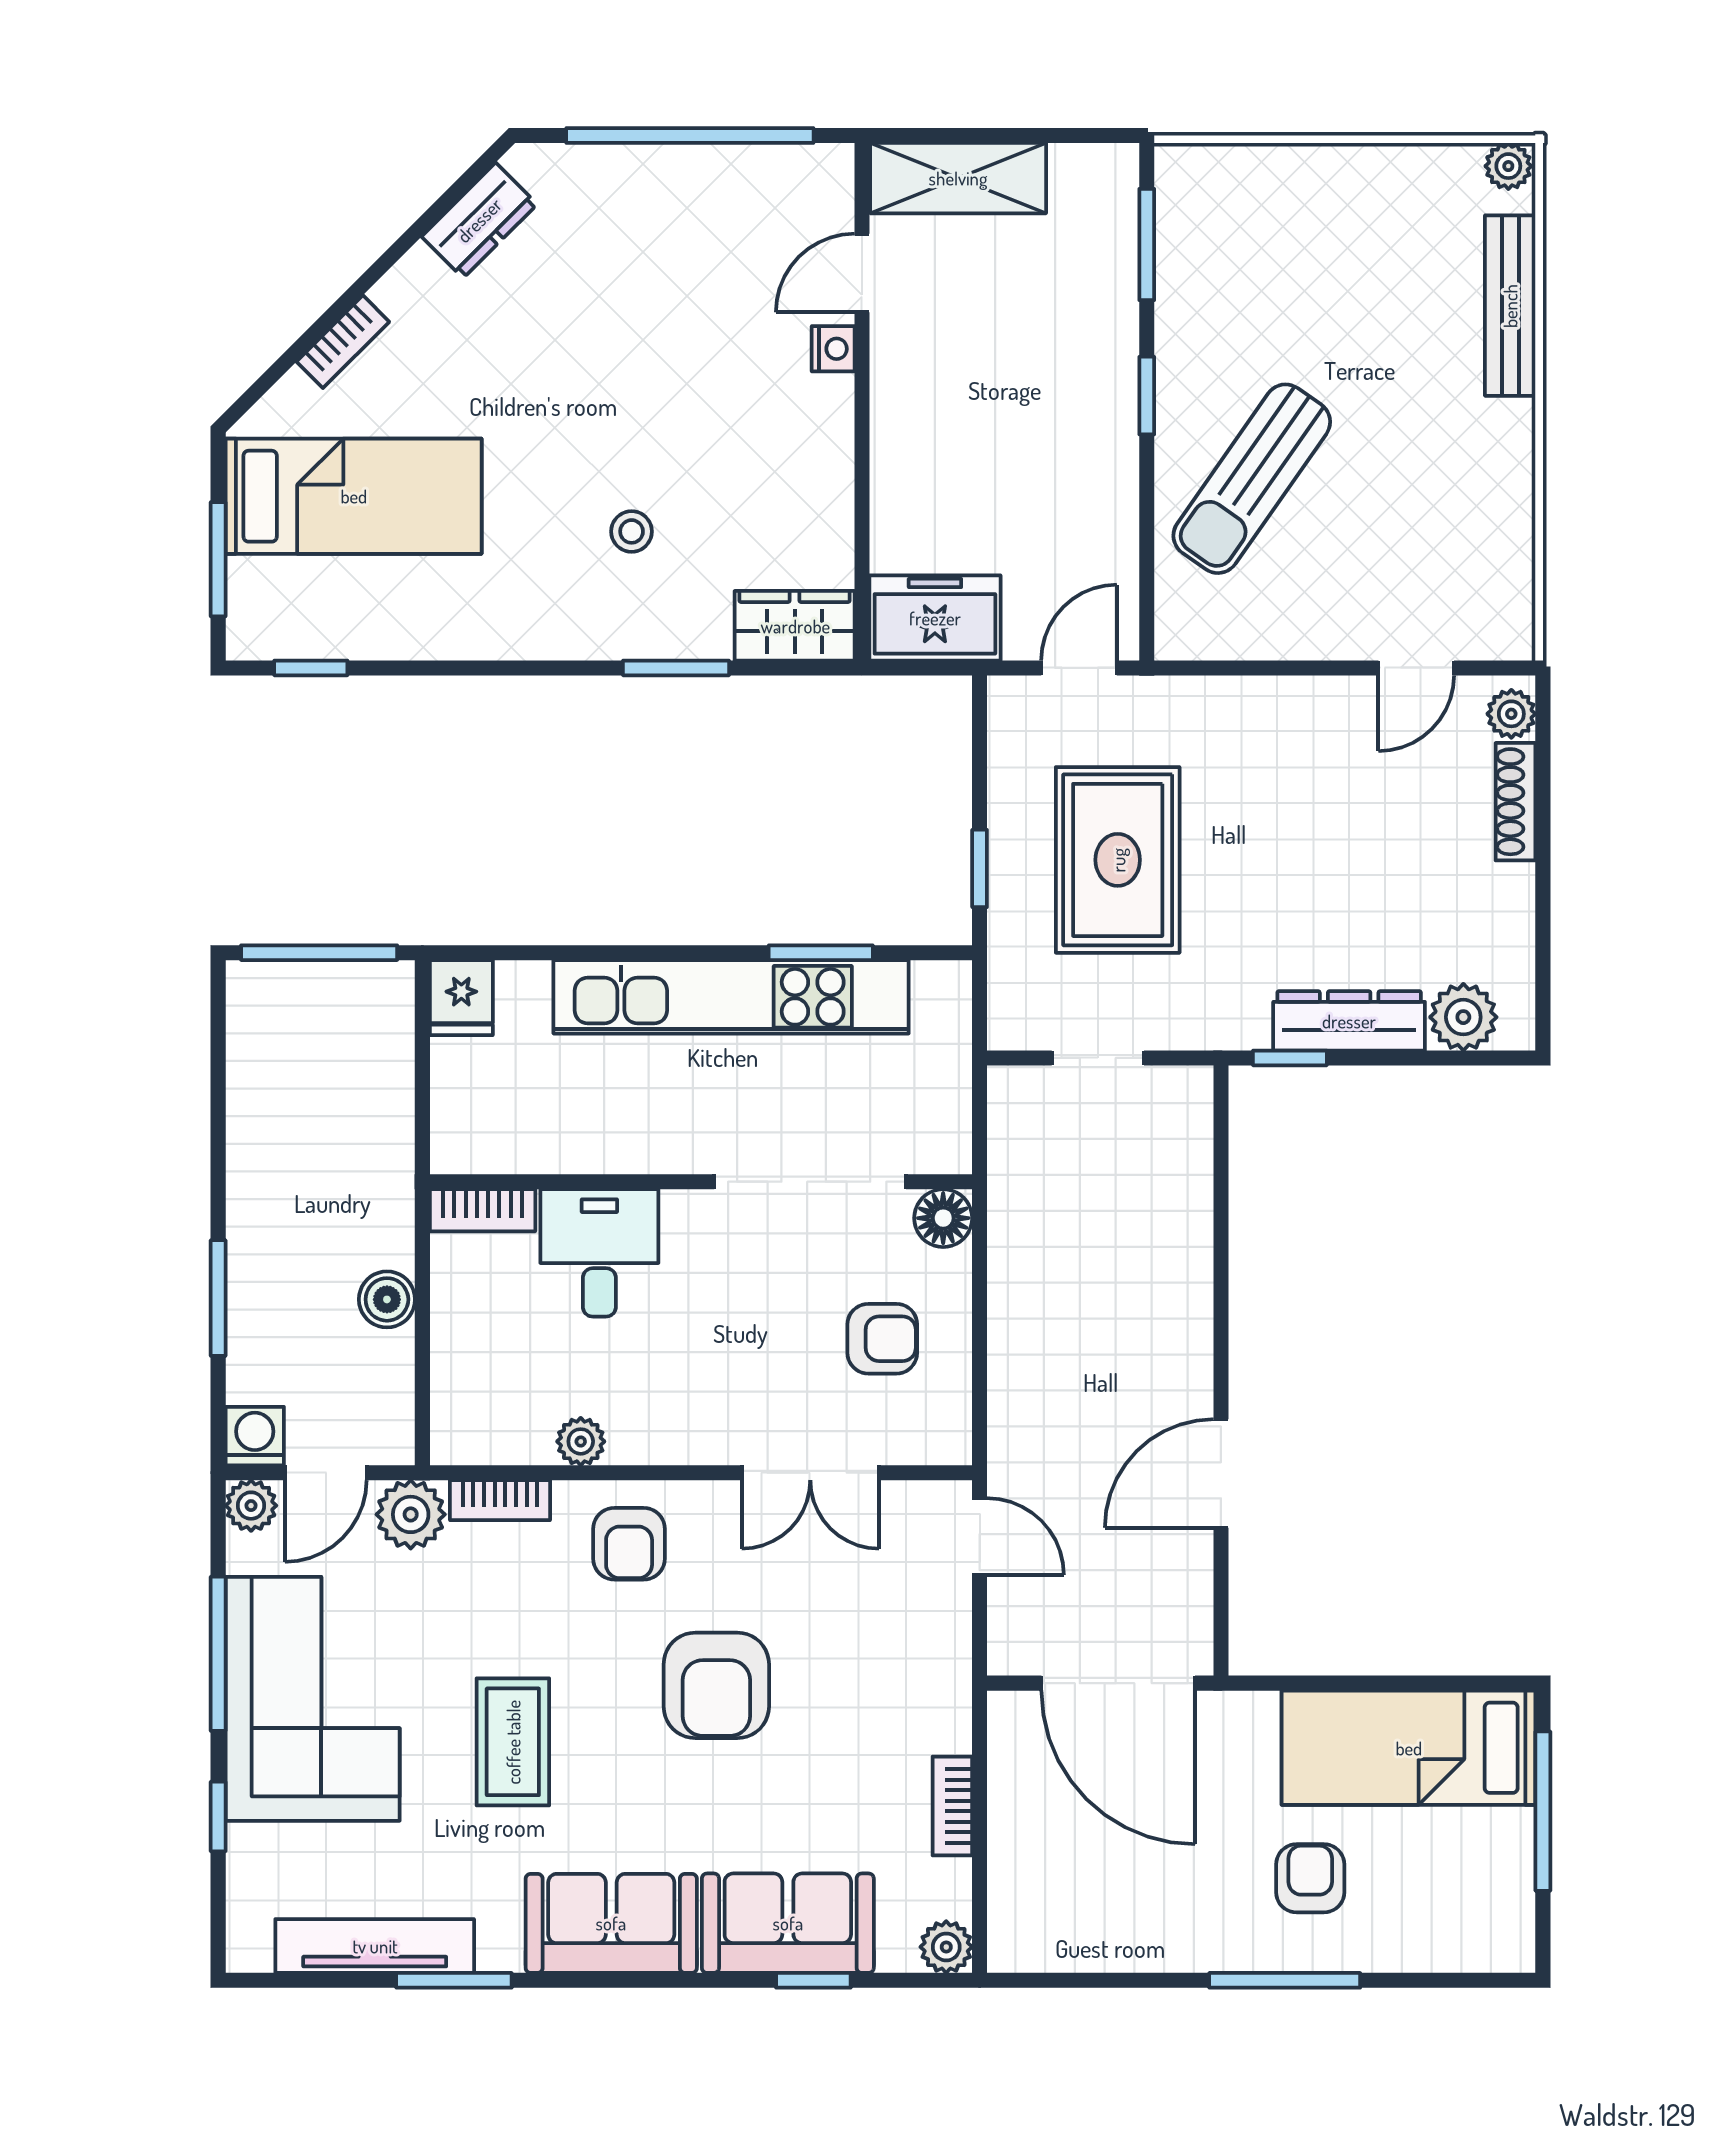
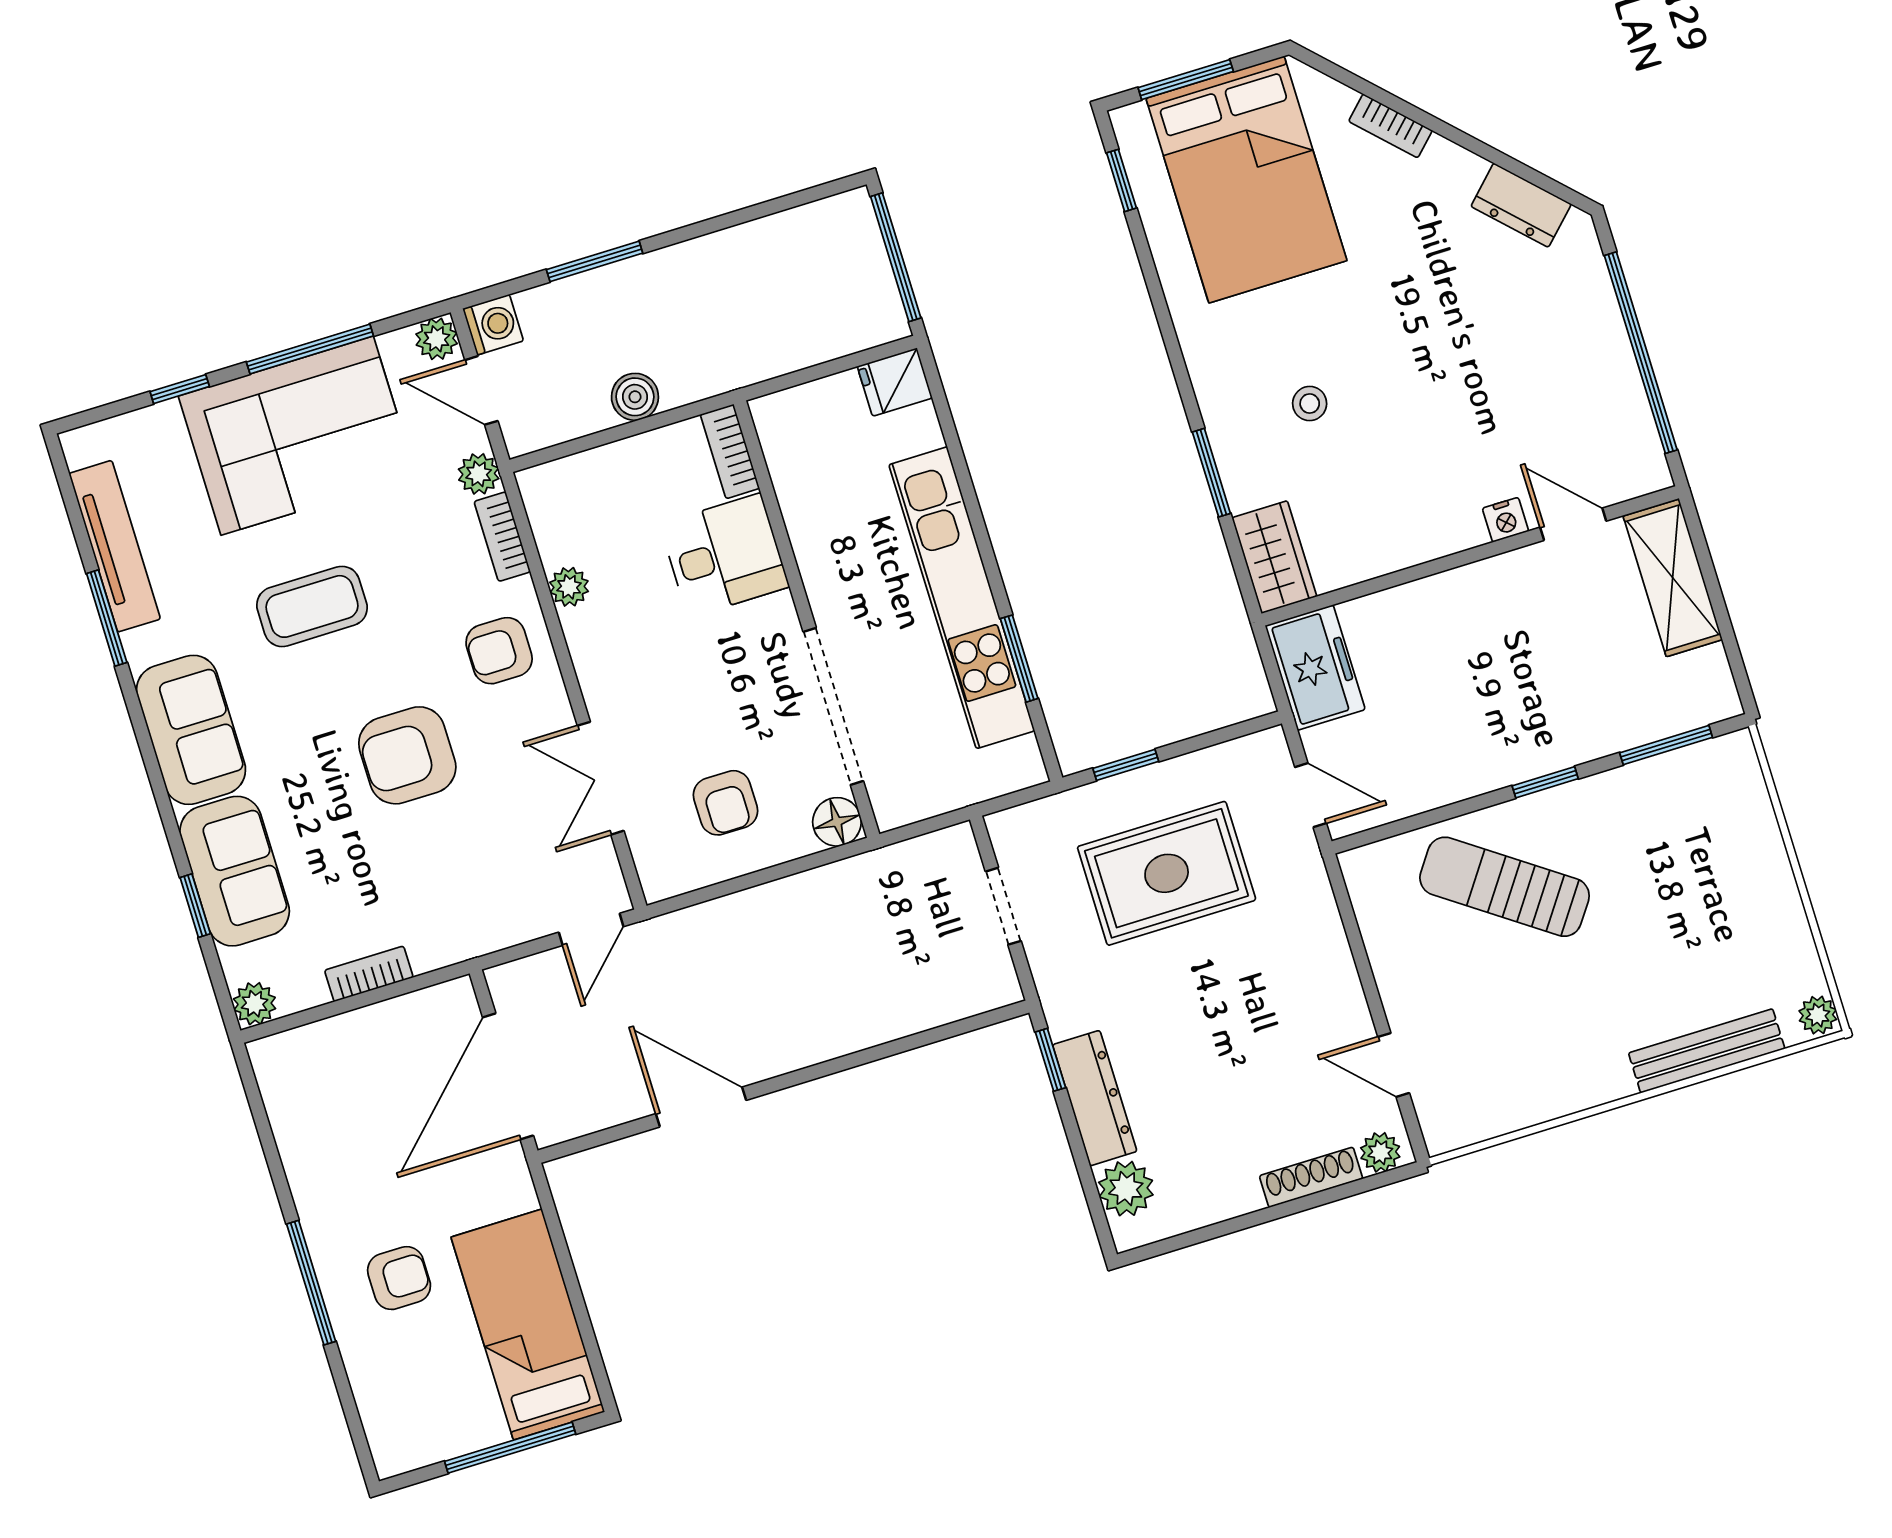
bed: (354, 496) -> (1246, 179), width x1.50
plant: (411, 1514) -> (479, 474), width x0.73, depth x0.73

